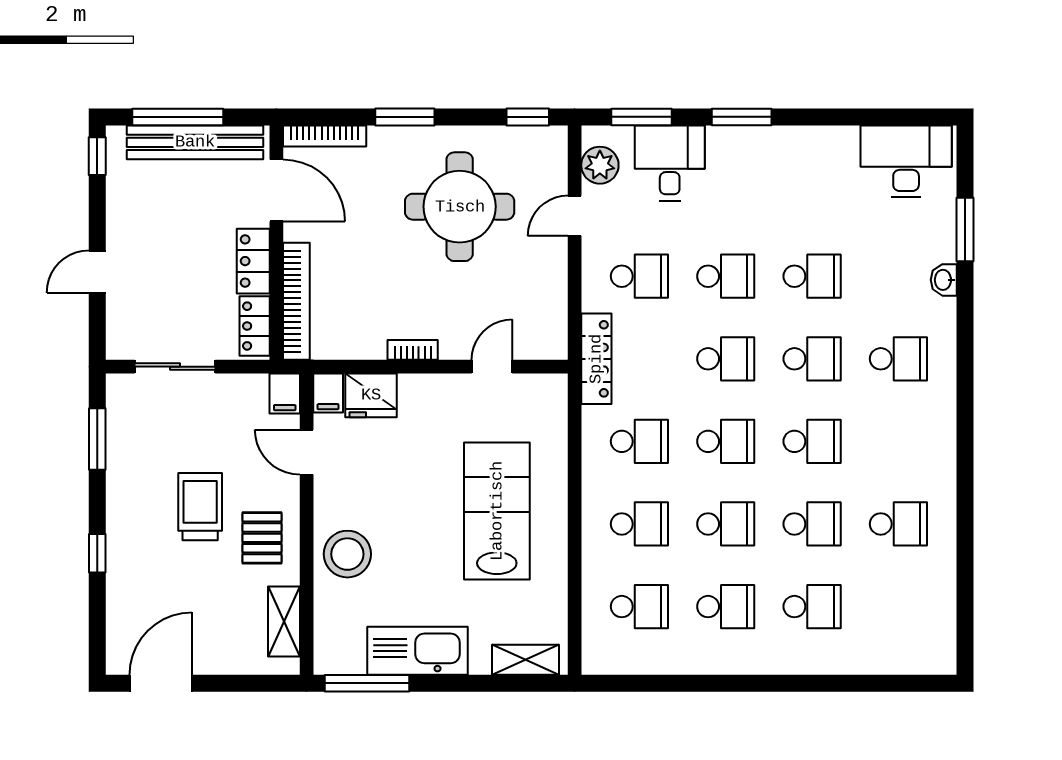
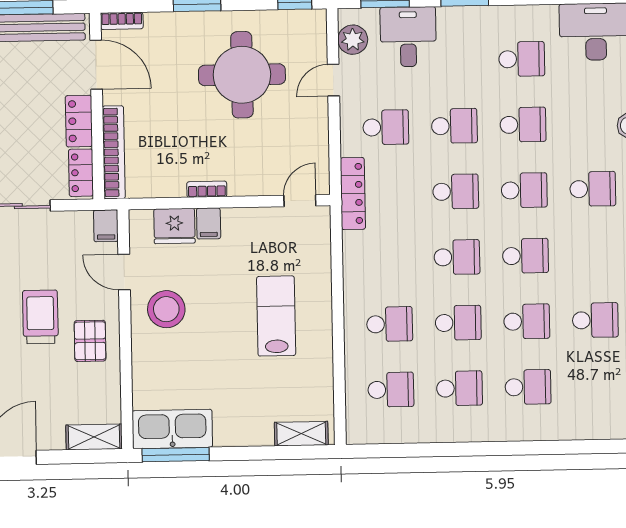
bookcase: (325, 136) -> (122, 21), width x0.64
door: (492, 367) -> (300, 201), moved
filing cabinet: (328, 393) -> (209, 223), moved
school desk: (639, 441) -> (522, 59), moved
lab bench: (497, 511) -> (276, 316), width x0.73, depth x0.72
stool: (347, 554) -> (166, 309), moved
shelving: (284, 622) -> (94, 437), moved, turned 90
kitchen sink: (417, 651) -> (172, 429), moved

